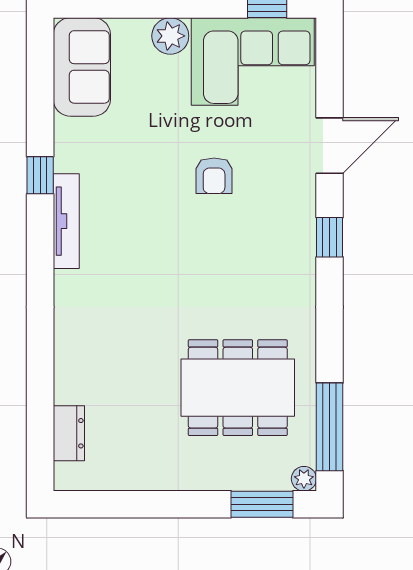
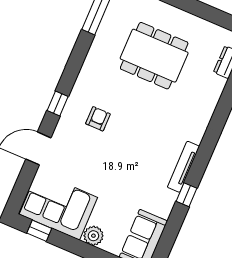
armchair: (214, 176) -> (98, 119), moved
dining table: (238, 388) -> (154, 56), moved

